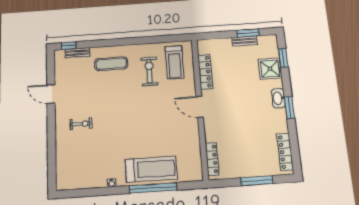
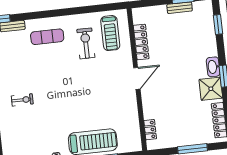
shower: (270, 69) -> (211, 89), moved
door: (200, 107) -> (137, 78), swing flipped
locker: (212, 159) -> (150, 130), width x0.66

